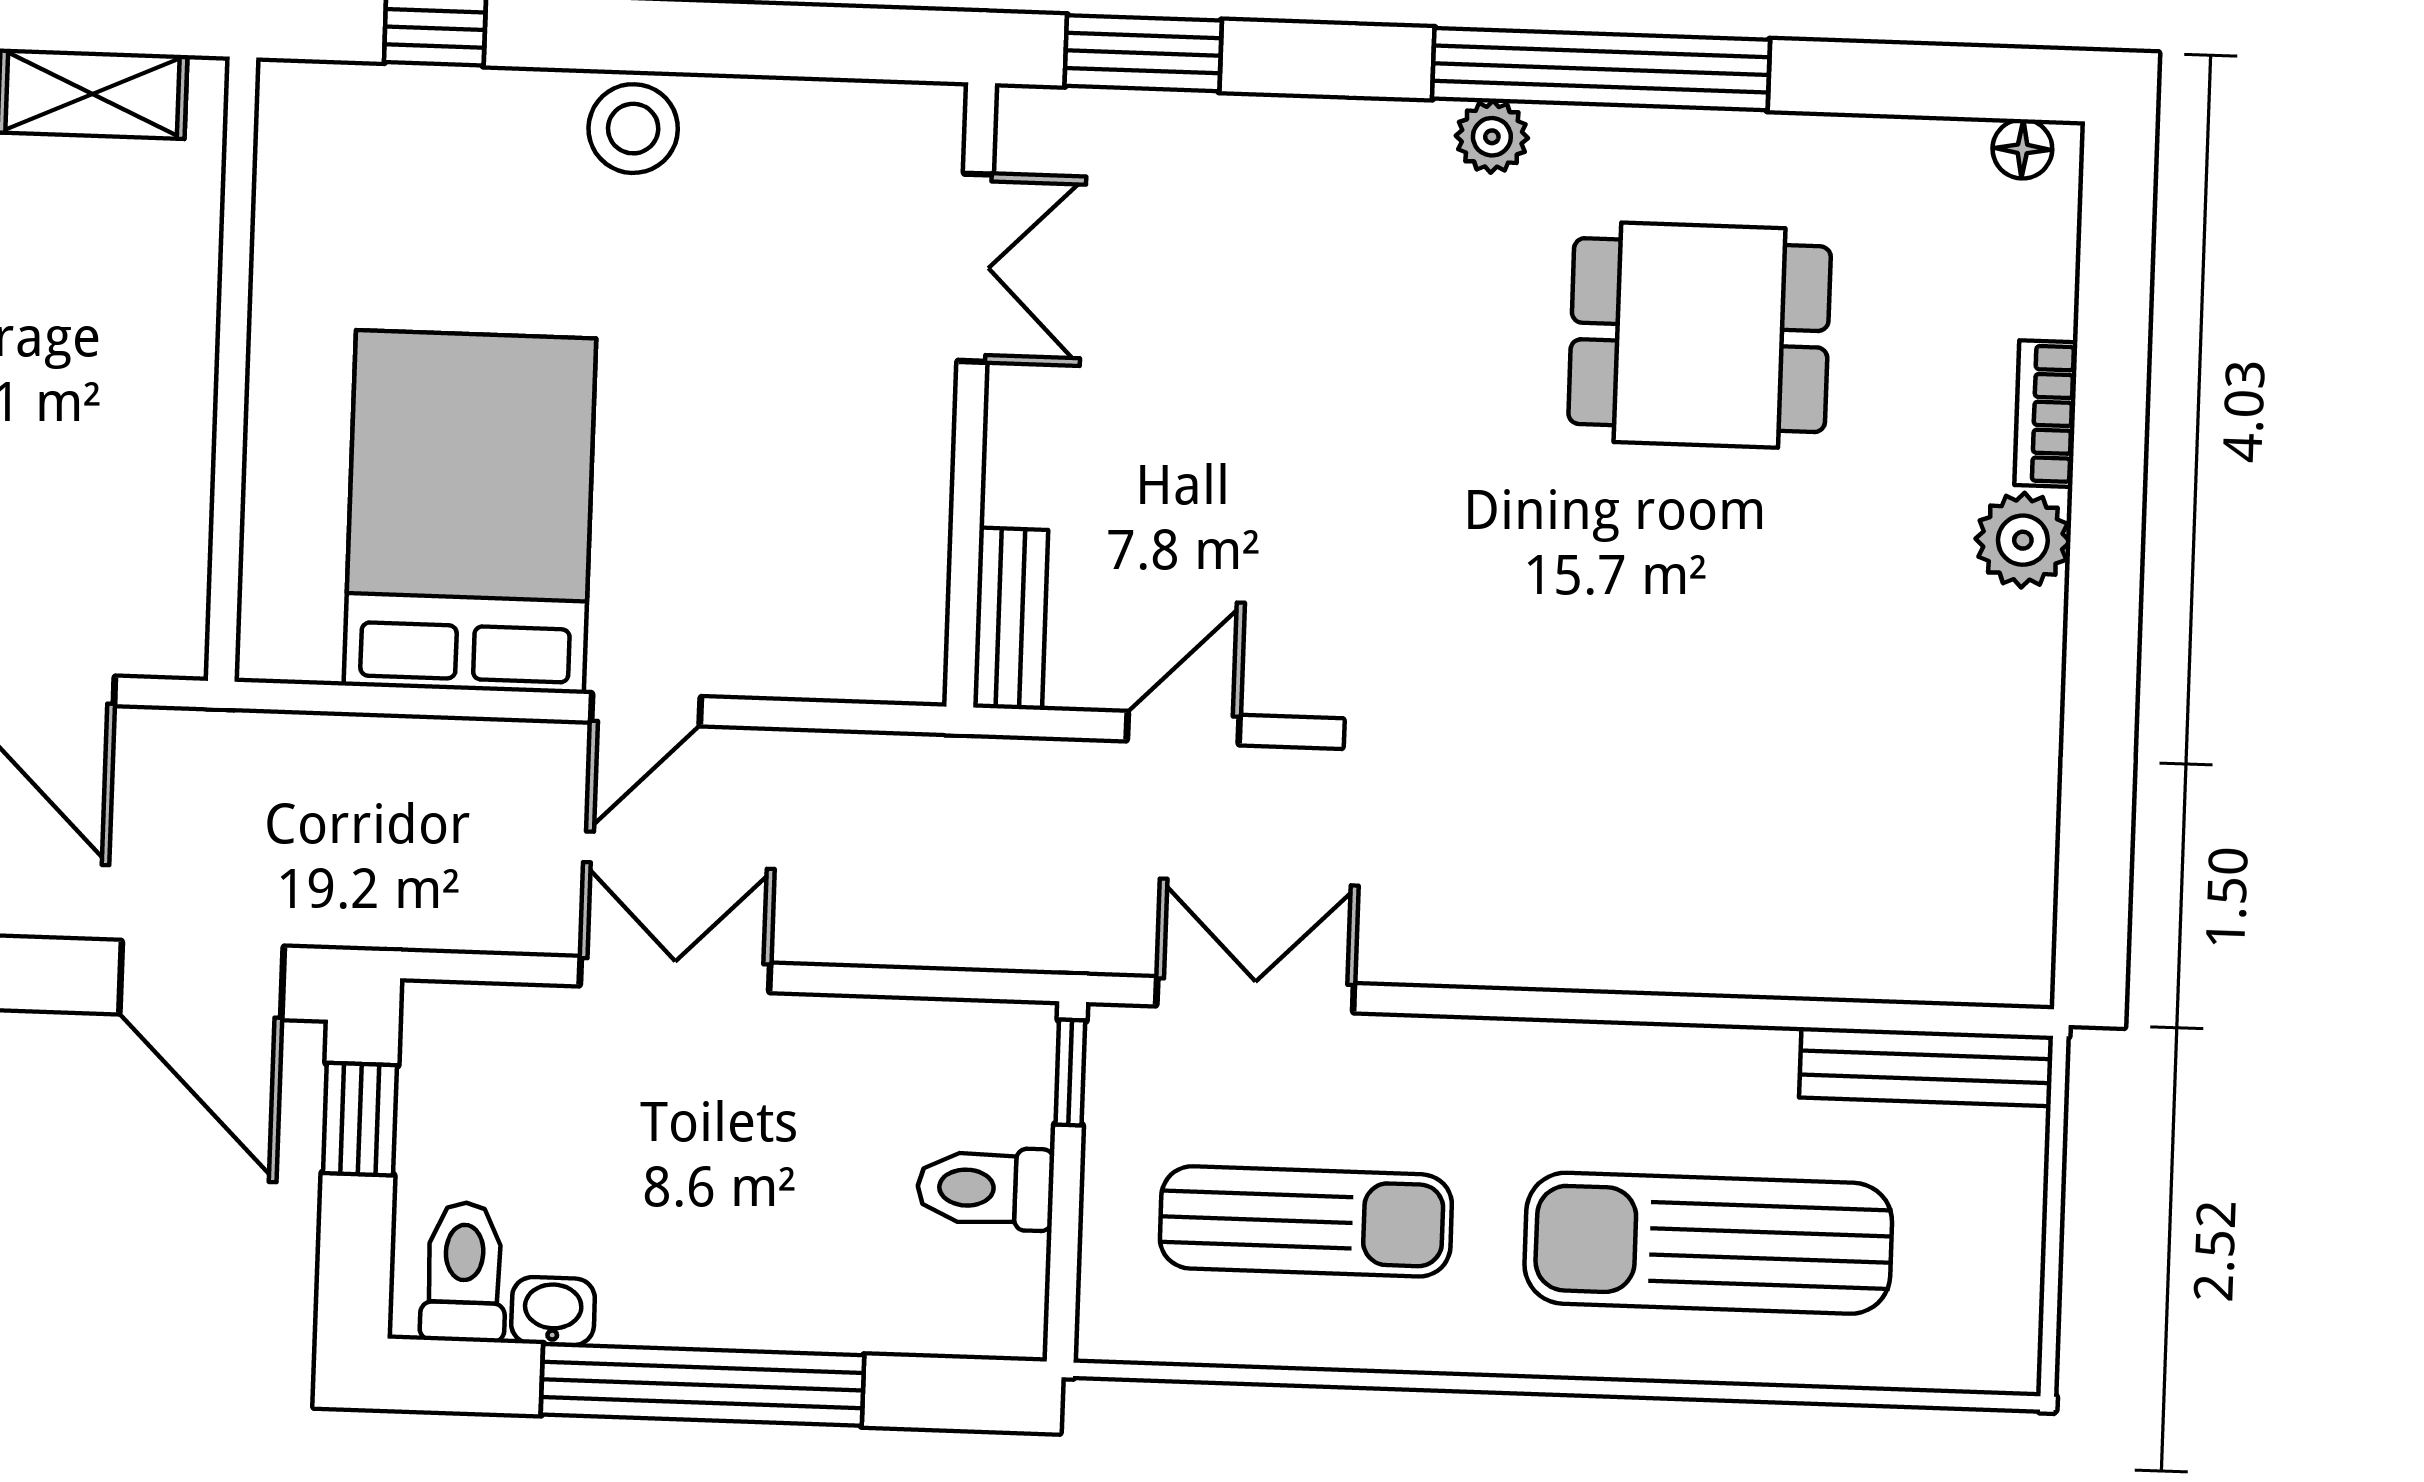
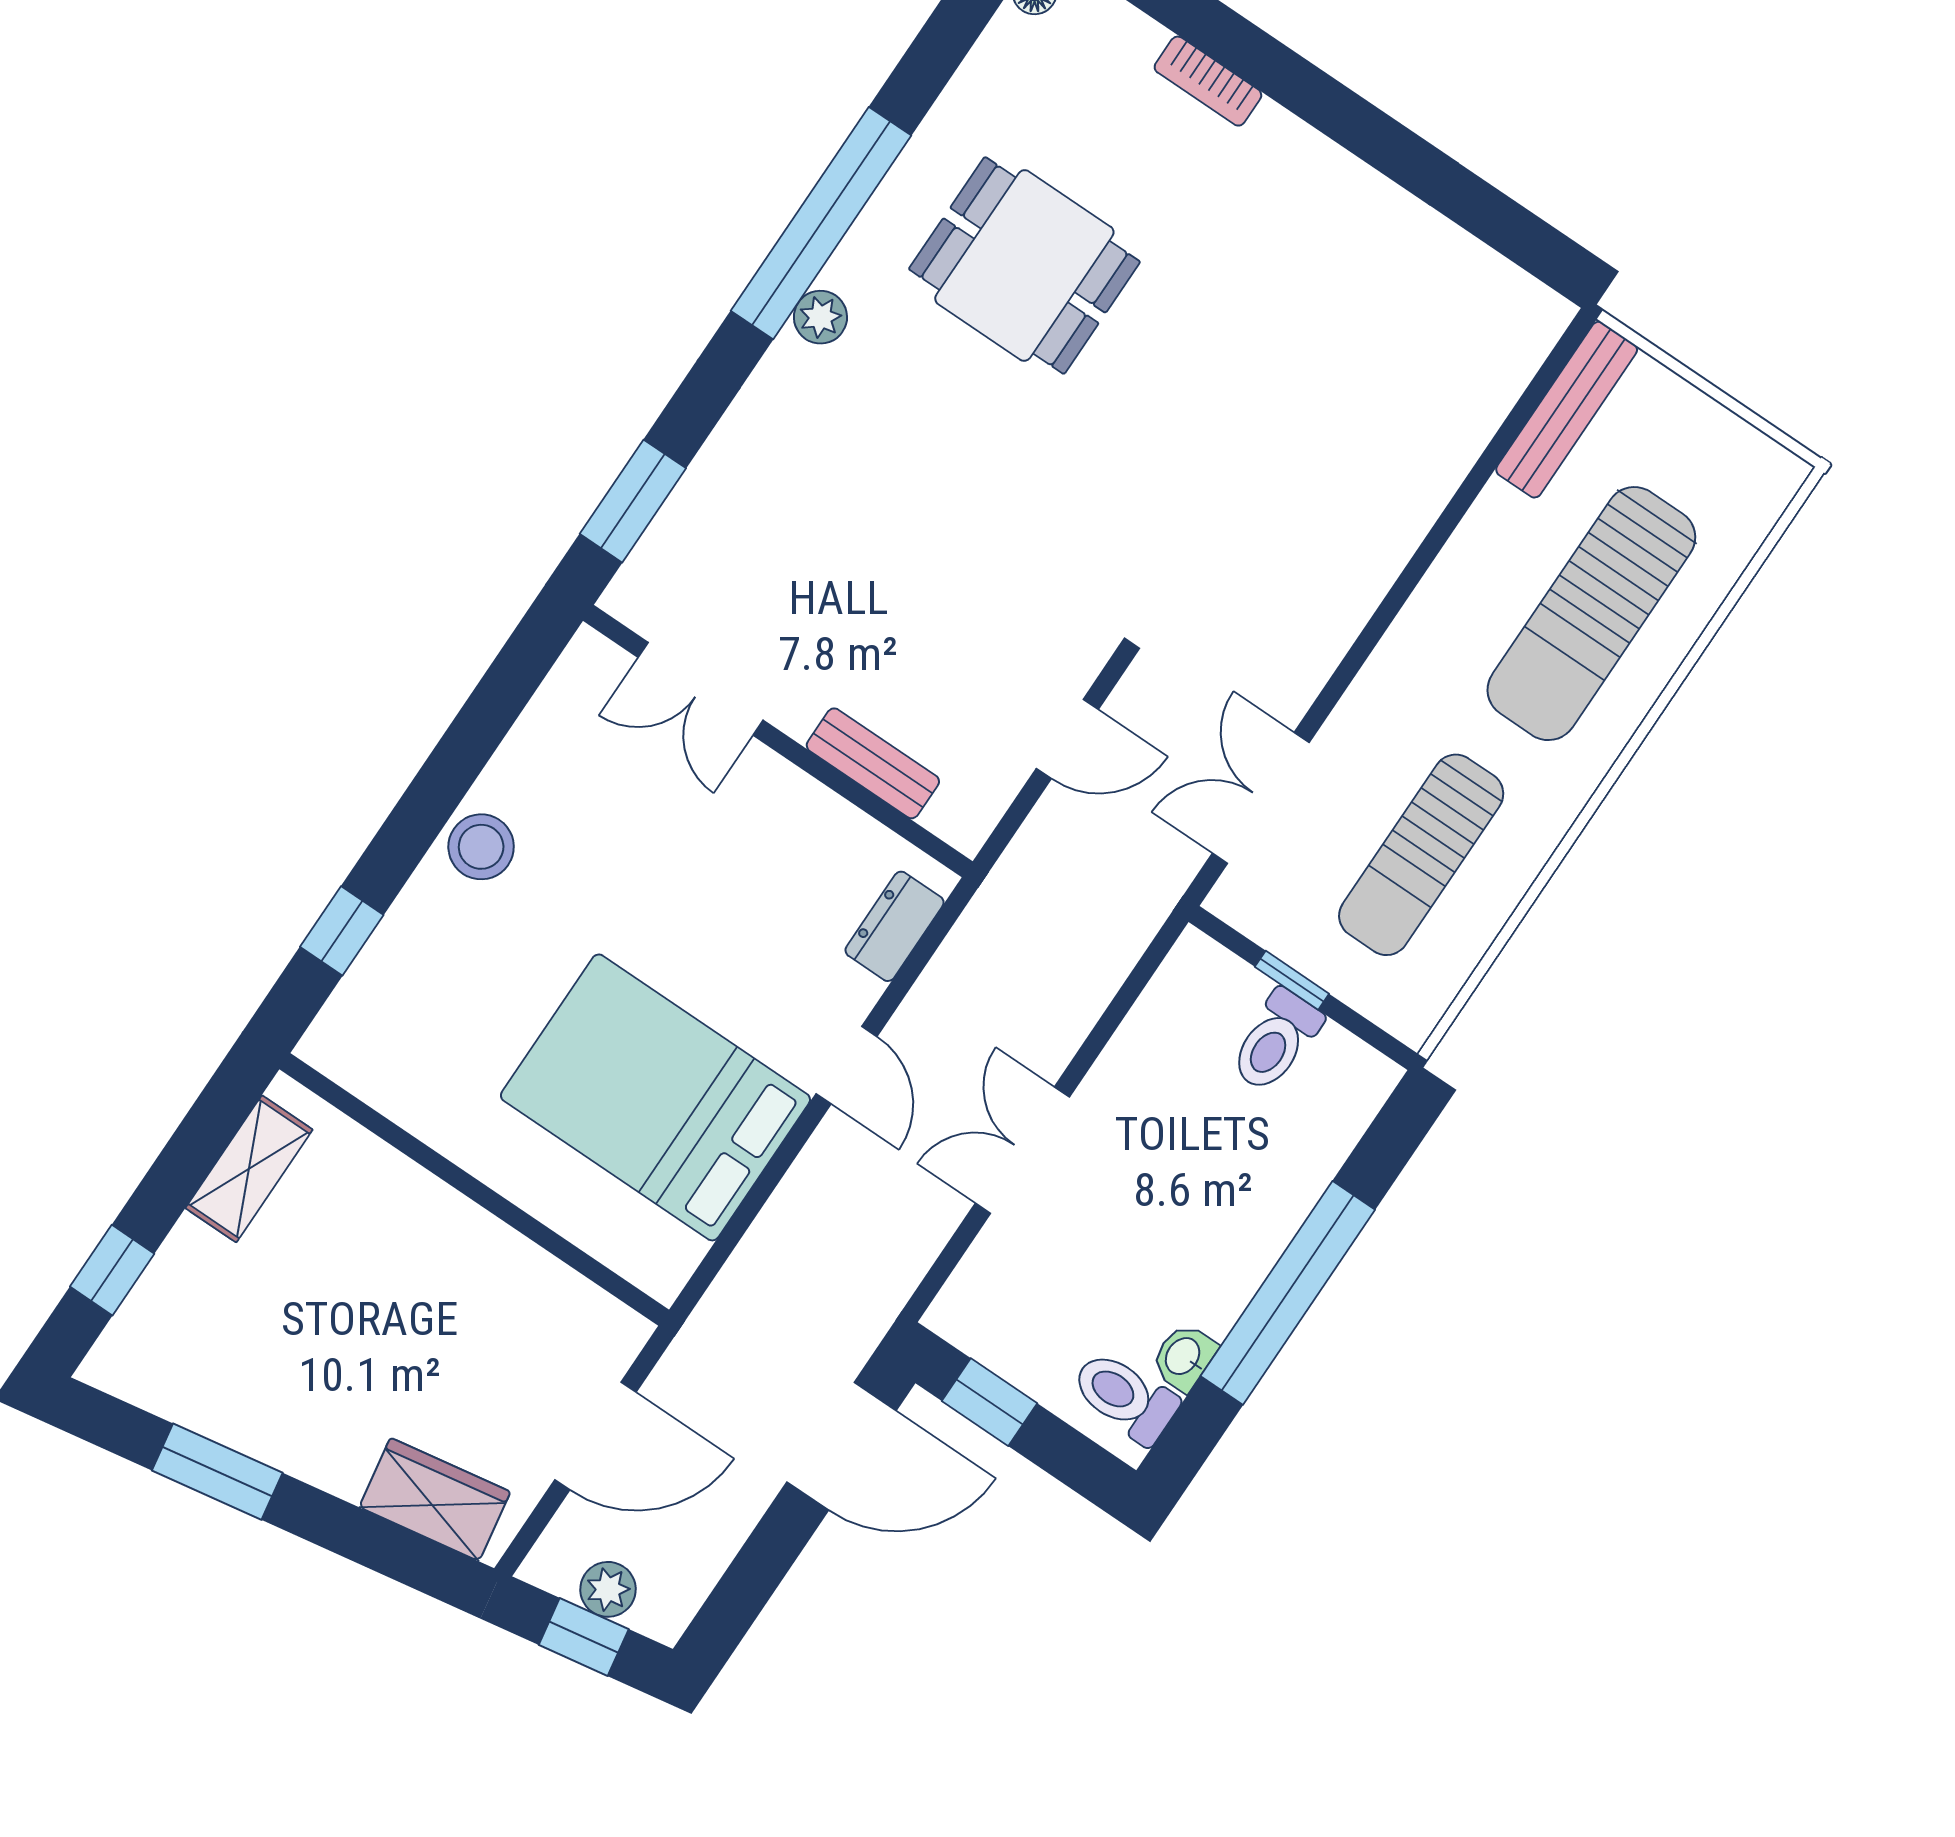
double door: (975, 268) -> (701, 689), swing flipped
dining table: (1700, 335) -> (1024, 265), turned 90
plant: (2023, 540) -> (1278, 145), removed
bench: (1011, 619) -> (873, 763), moved
dresser: (841, 664) -> (895, 926), added
door: (1183, 728) -> (1067, 739), swing flipped
window: (1070, 1073) -> (1292, 980), moved
sun lounger: (1306, 1221) -> (1421, 855), turned 180

